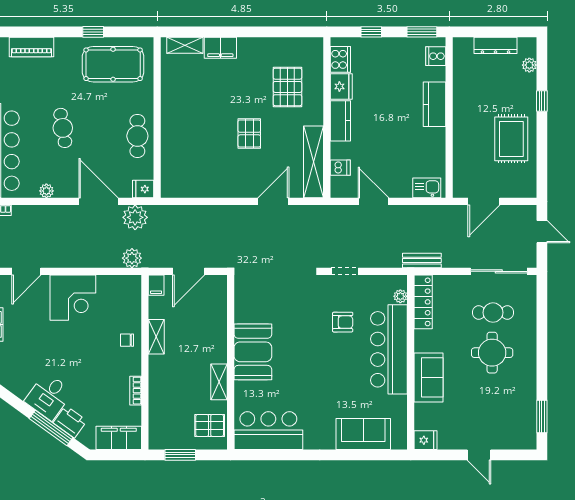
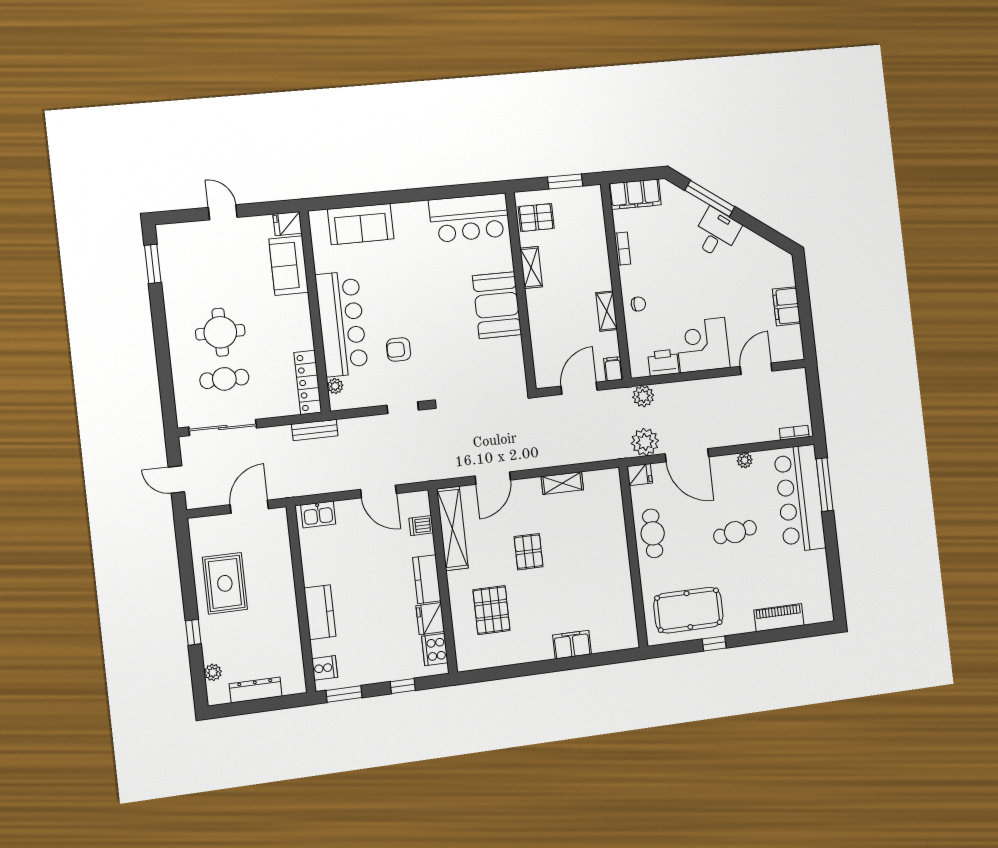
shelving: (185, 45) -> (562, 483), moved
cafe table: (63, 128) -> (735, 532), turned 90
sofa: (428, 377) -> (289, 266), moved
printer: (70, 422) -> (663, 363), moved, turned 144

